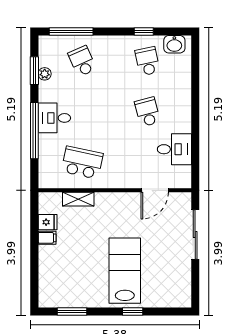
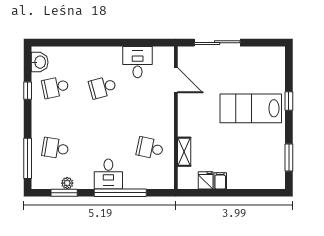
school desk: (82, 61) -> (55, 148), turned 33
school desk: (82, 163) -> (150, 148), width x0.54

